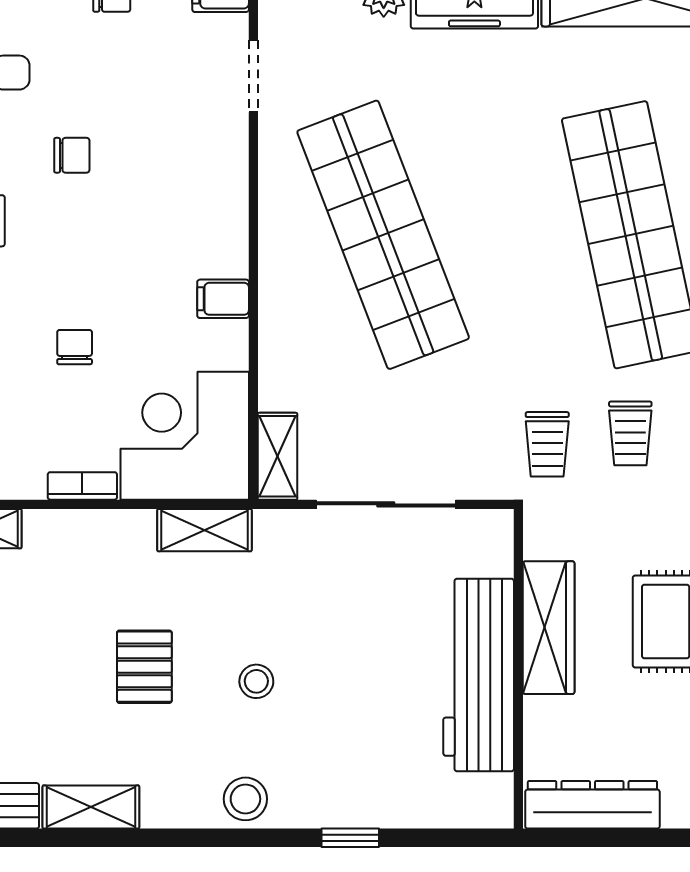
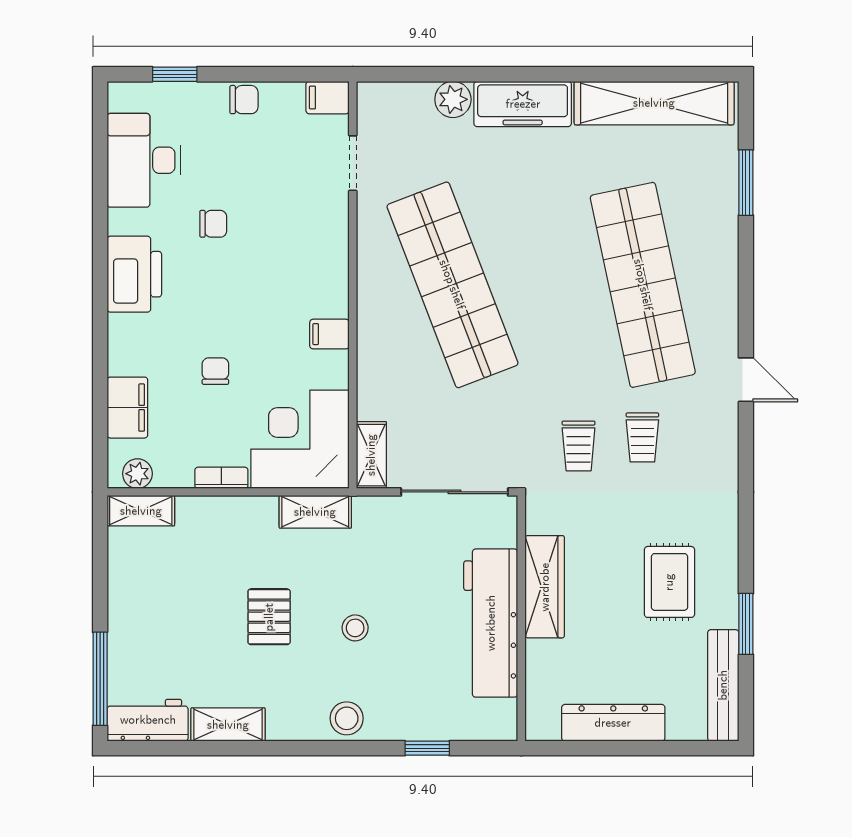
wardrobe: (549, 628) -> (545, 587), moved
wall: (518, 669) -> (521, 618), moved
workbench: (479, 675) -> (491, 623), moved

